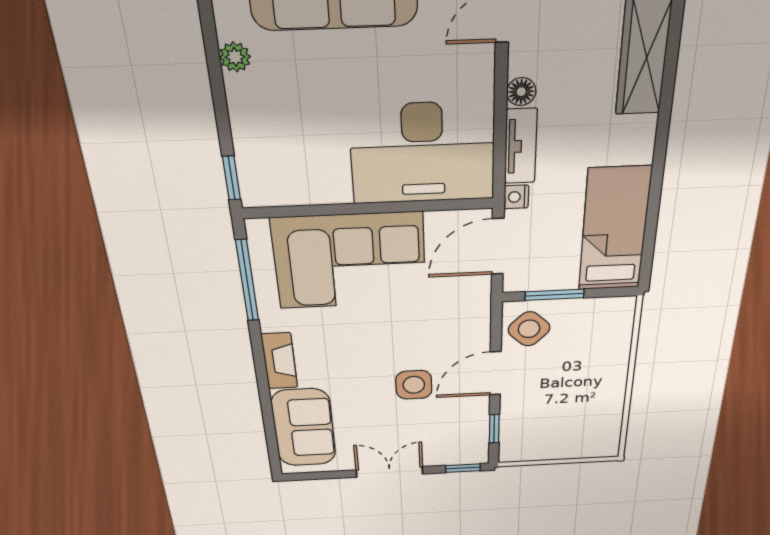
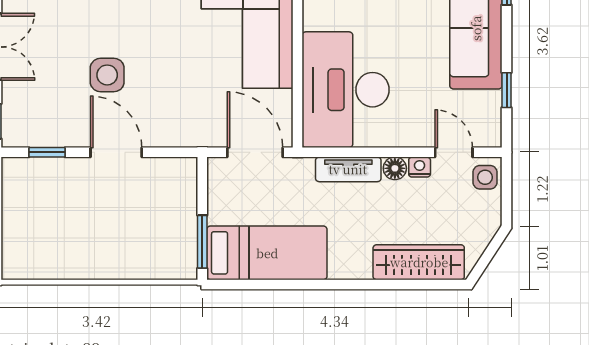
nightstand: (516, 197) -> (420, 167), moved
window: (555, 295) -> (202, 242), moved
side table: (529, 329) -> (166, 183), removed

